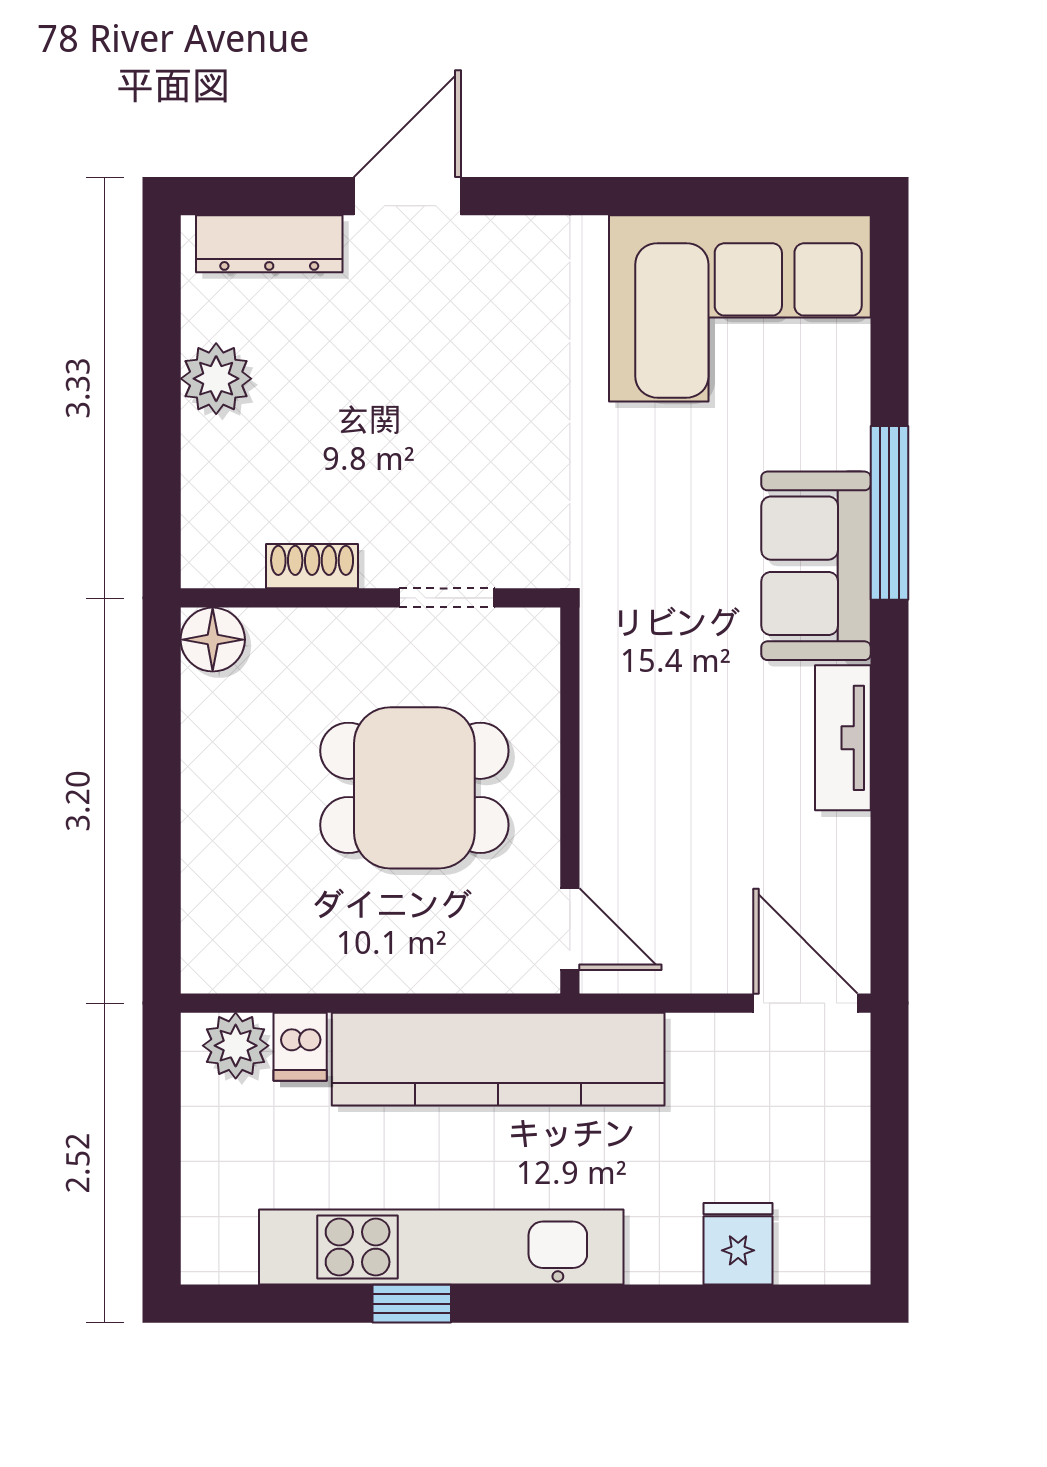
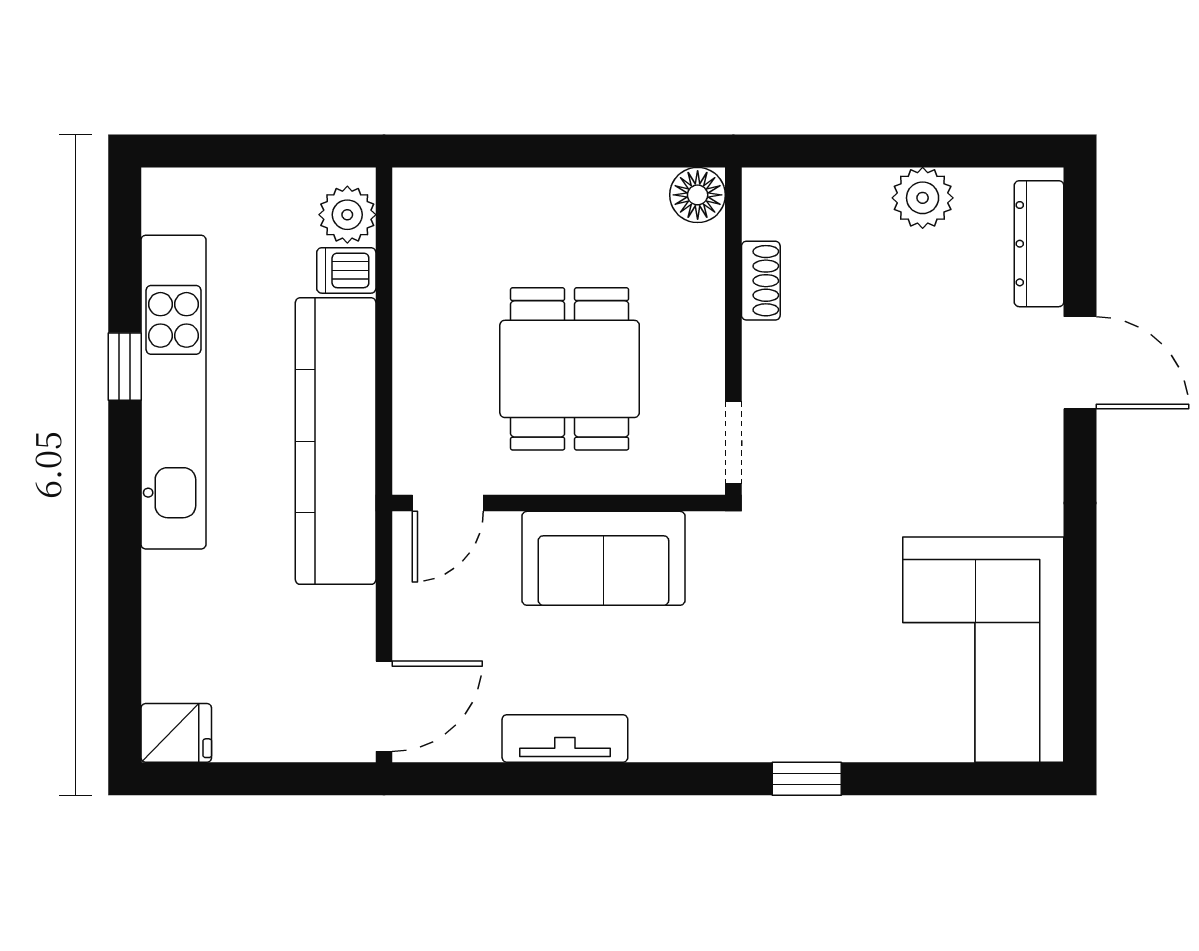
window: (889, 513) -> (807, 779), width x0.46
sofa: (816, 566) -> (603, 558), moved, turned 180
doorway: (447, 598) -> (733, 442), moved
tv unit: (843, 738) -> (565, 738), moved
fridge: (738, 1244) -> (176, 733), moved

